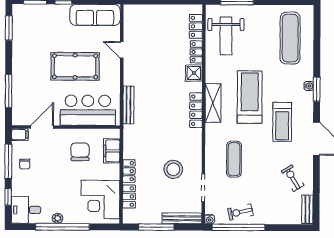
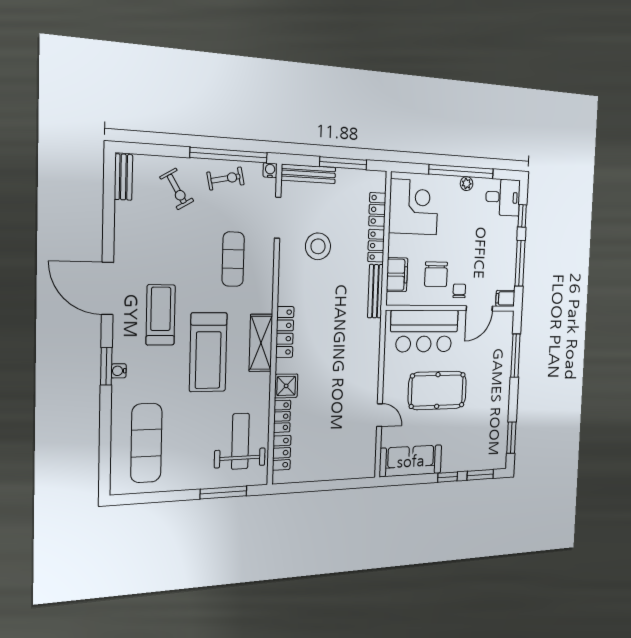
bench: (128, 105) -> (375, 291), moved
chair: (25, 164) -> (459, 291), moved
exercise bike: (293, 178) -> (177, 189), moved

